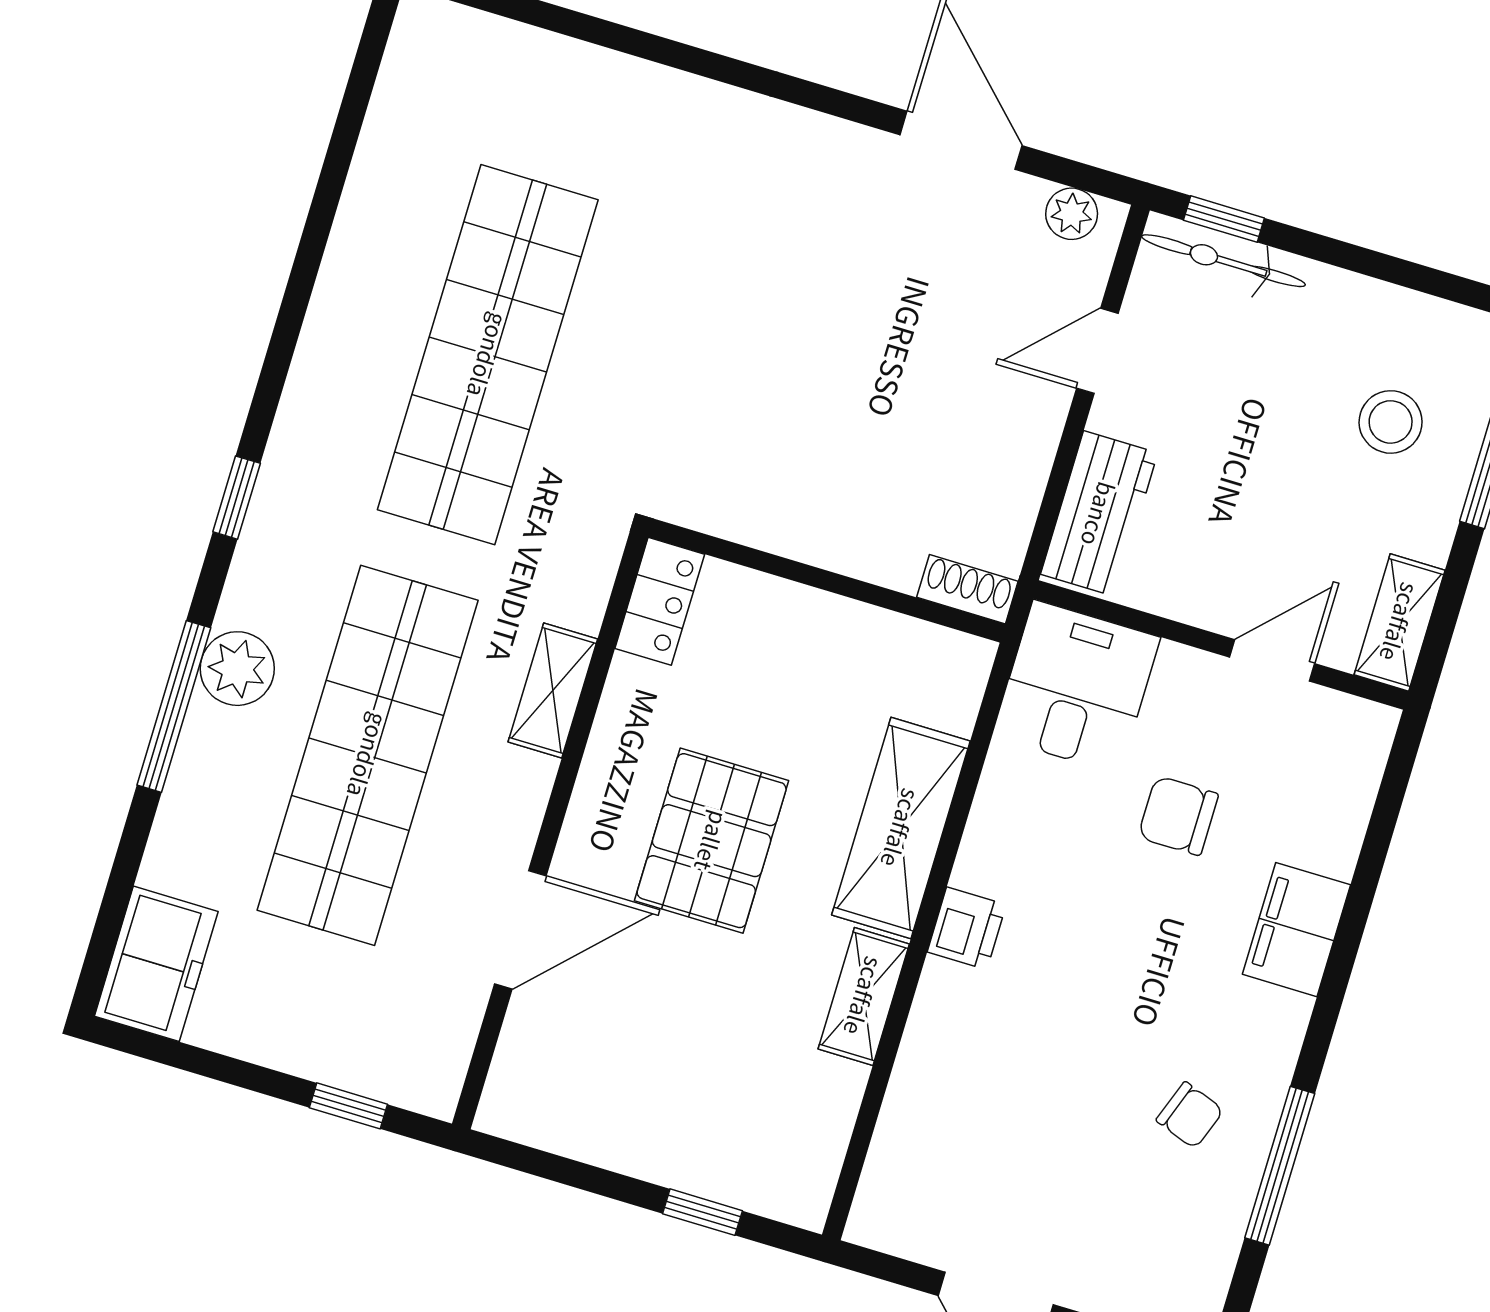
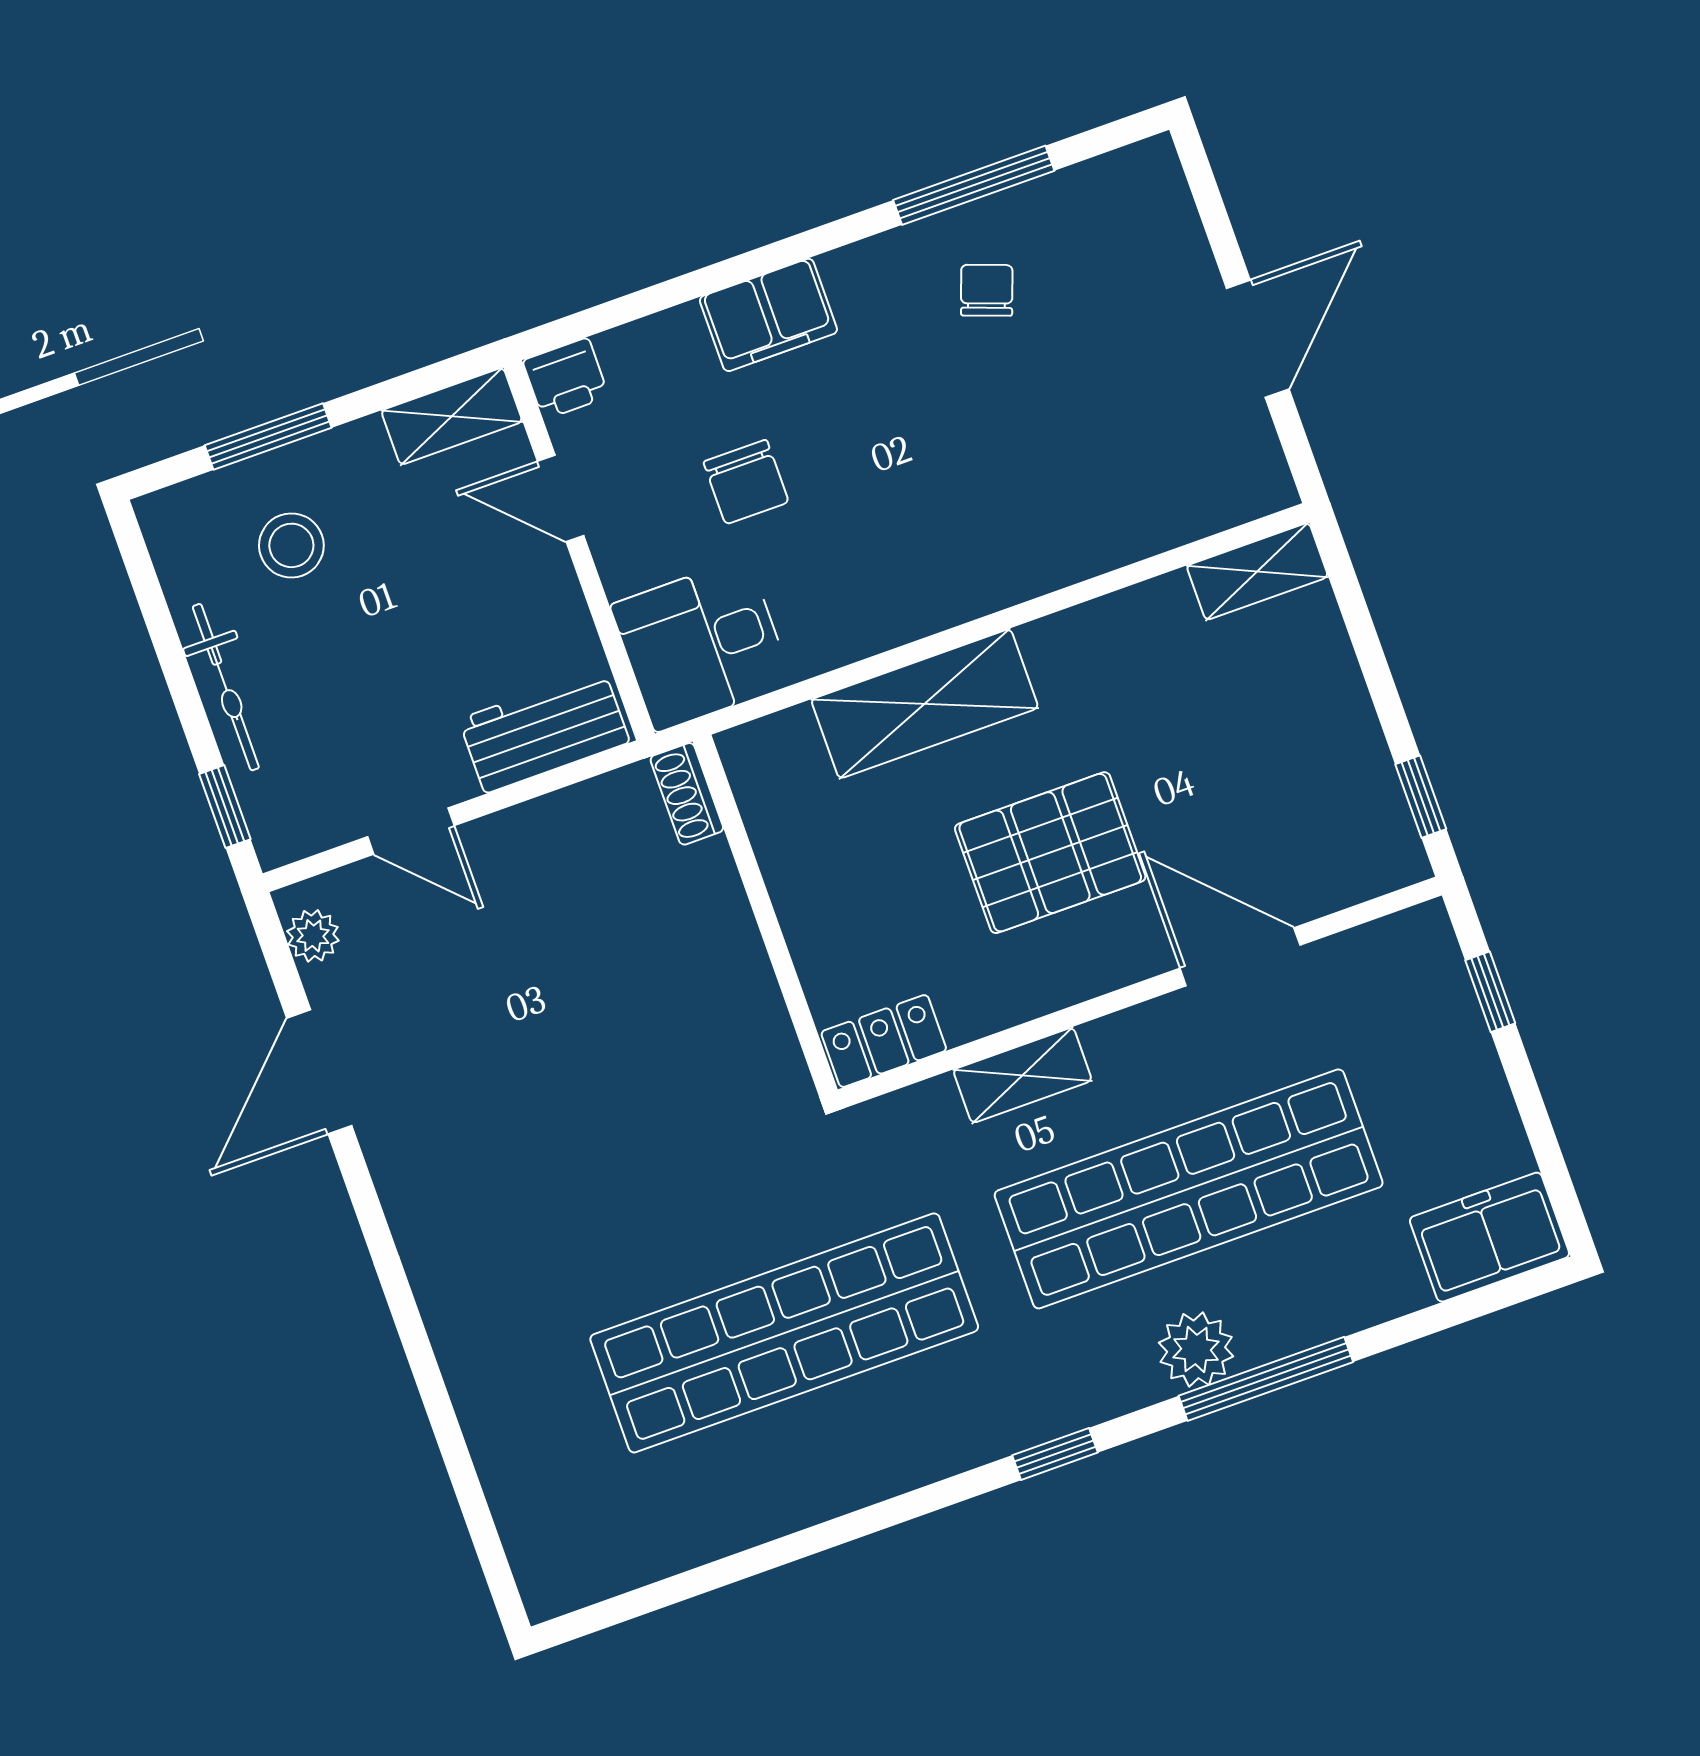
bicycle: (1224, 261) -> (226, 687), moved
printer: (967, 928) -> (566, 379), moved, turned 180
shelving: (864, 996) -> (1257, 571), moved
window: (702, 1212) -> (1421, 797), moved

